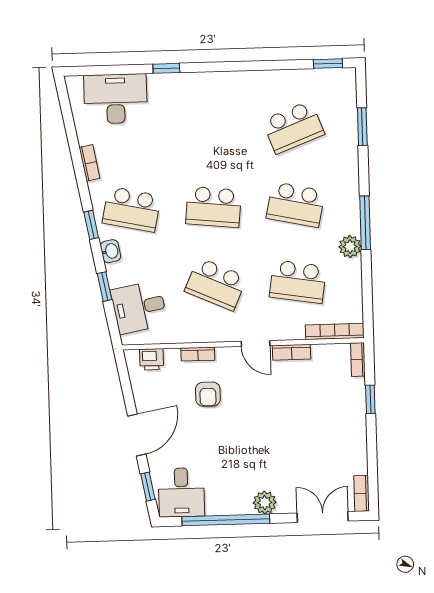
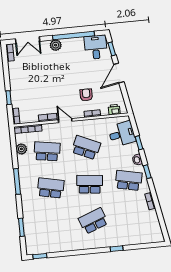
desk: (115, 99) -> (140, 232), removed
school desk: (293, 127) -> (93, 221), moved
plant: (350, 247) -> (21, 149), moved

